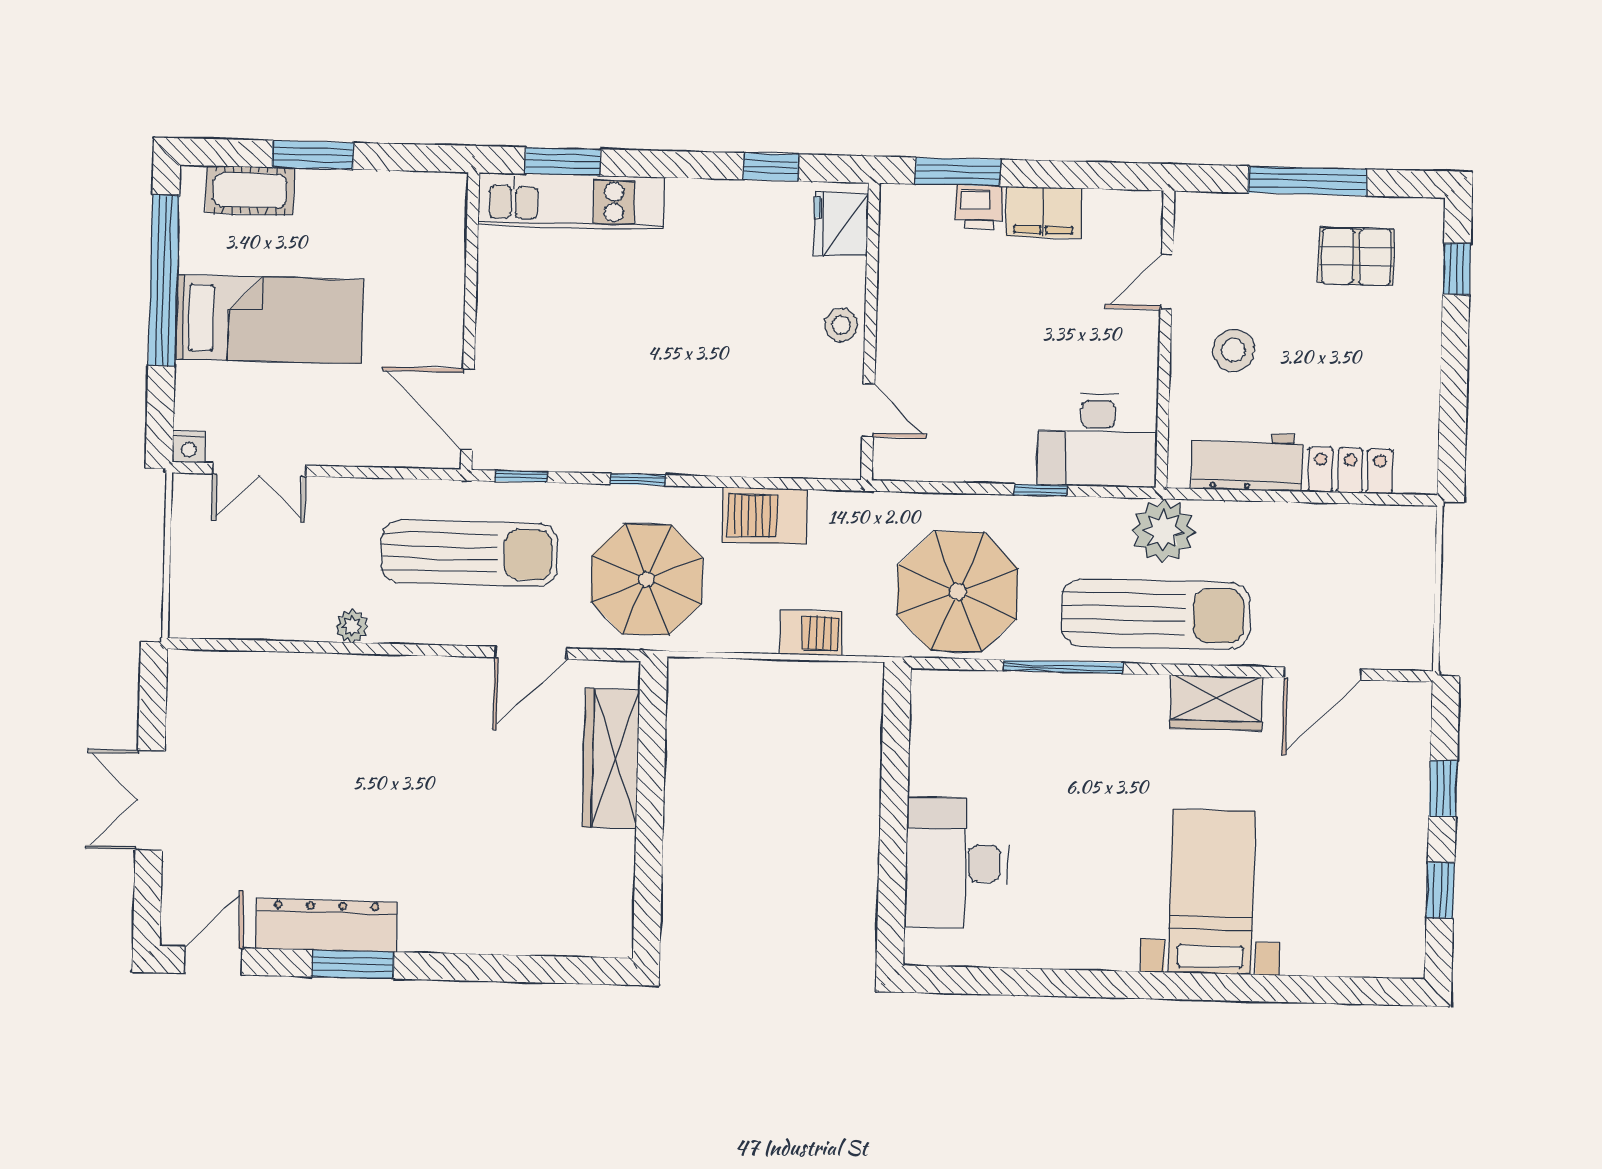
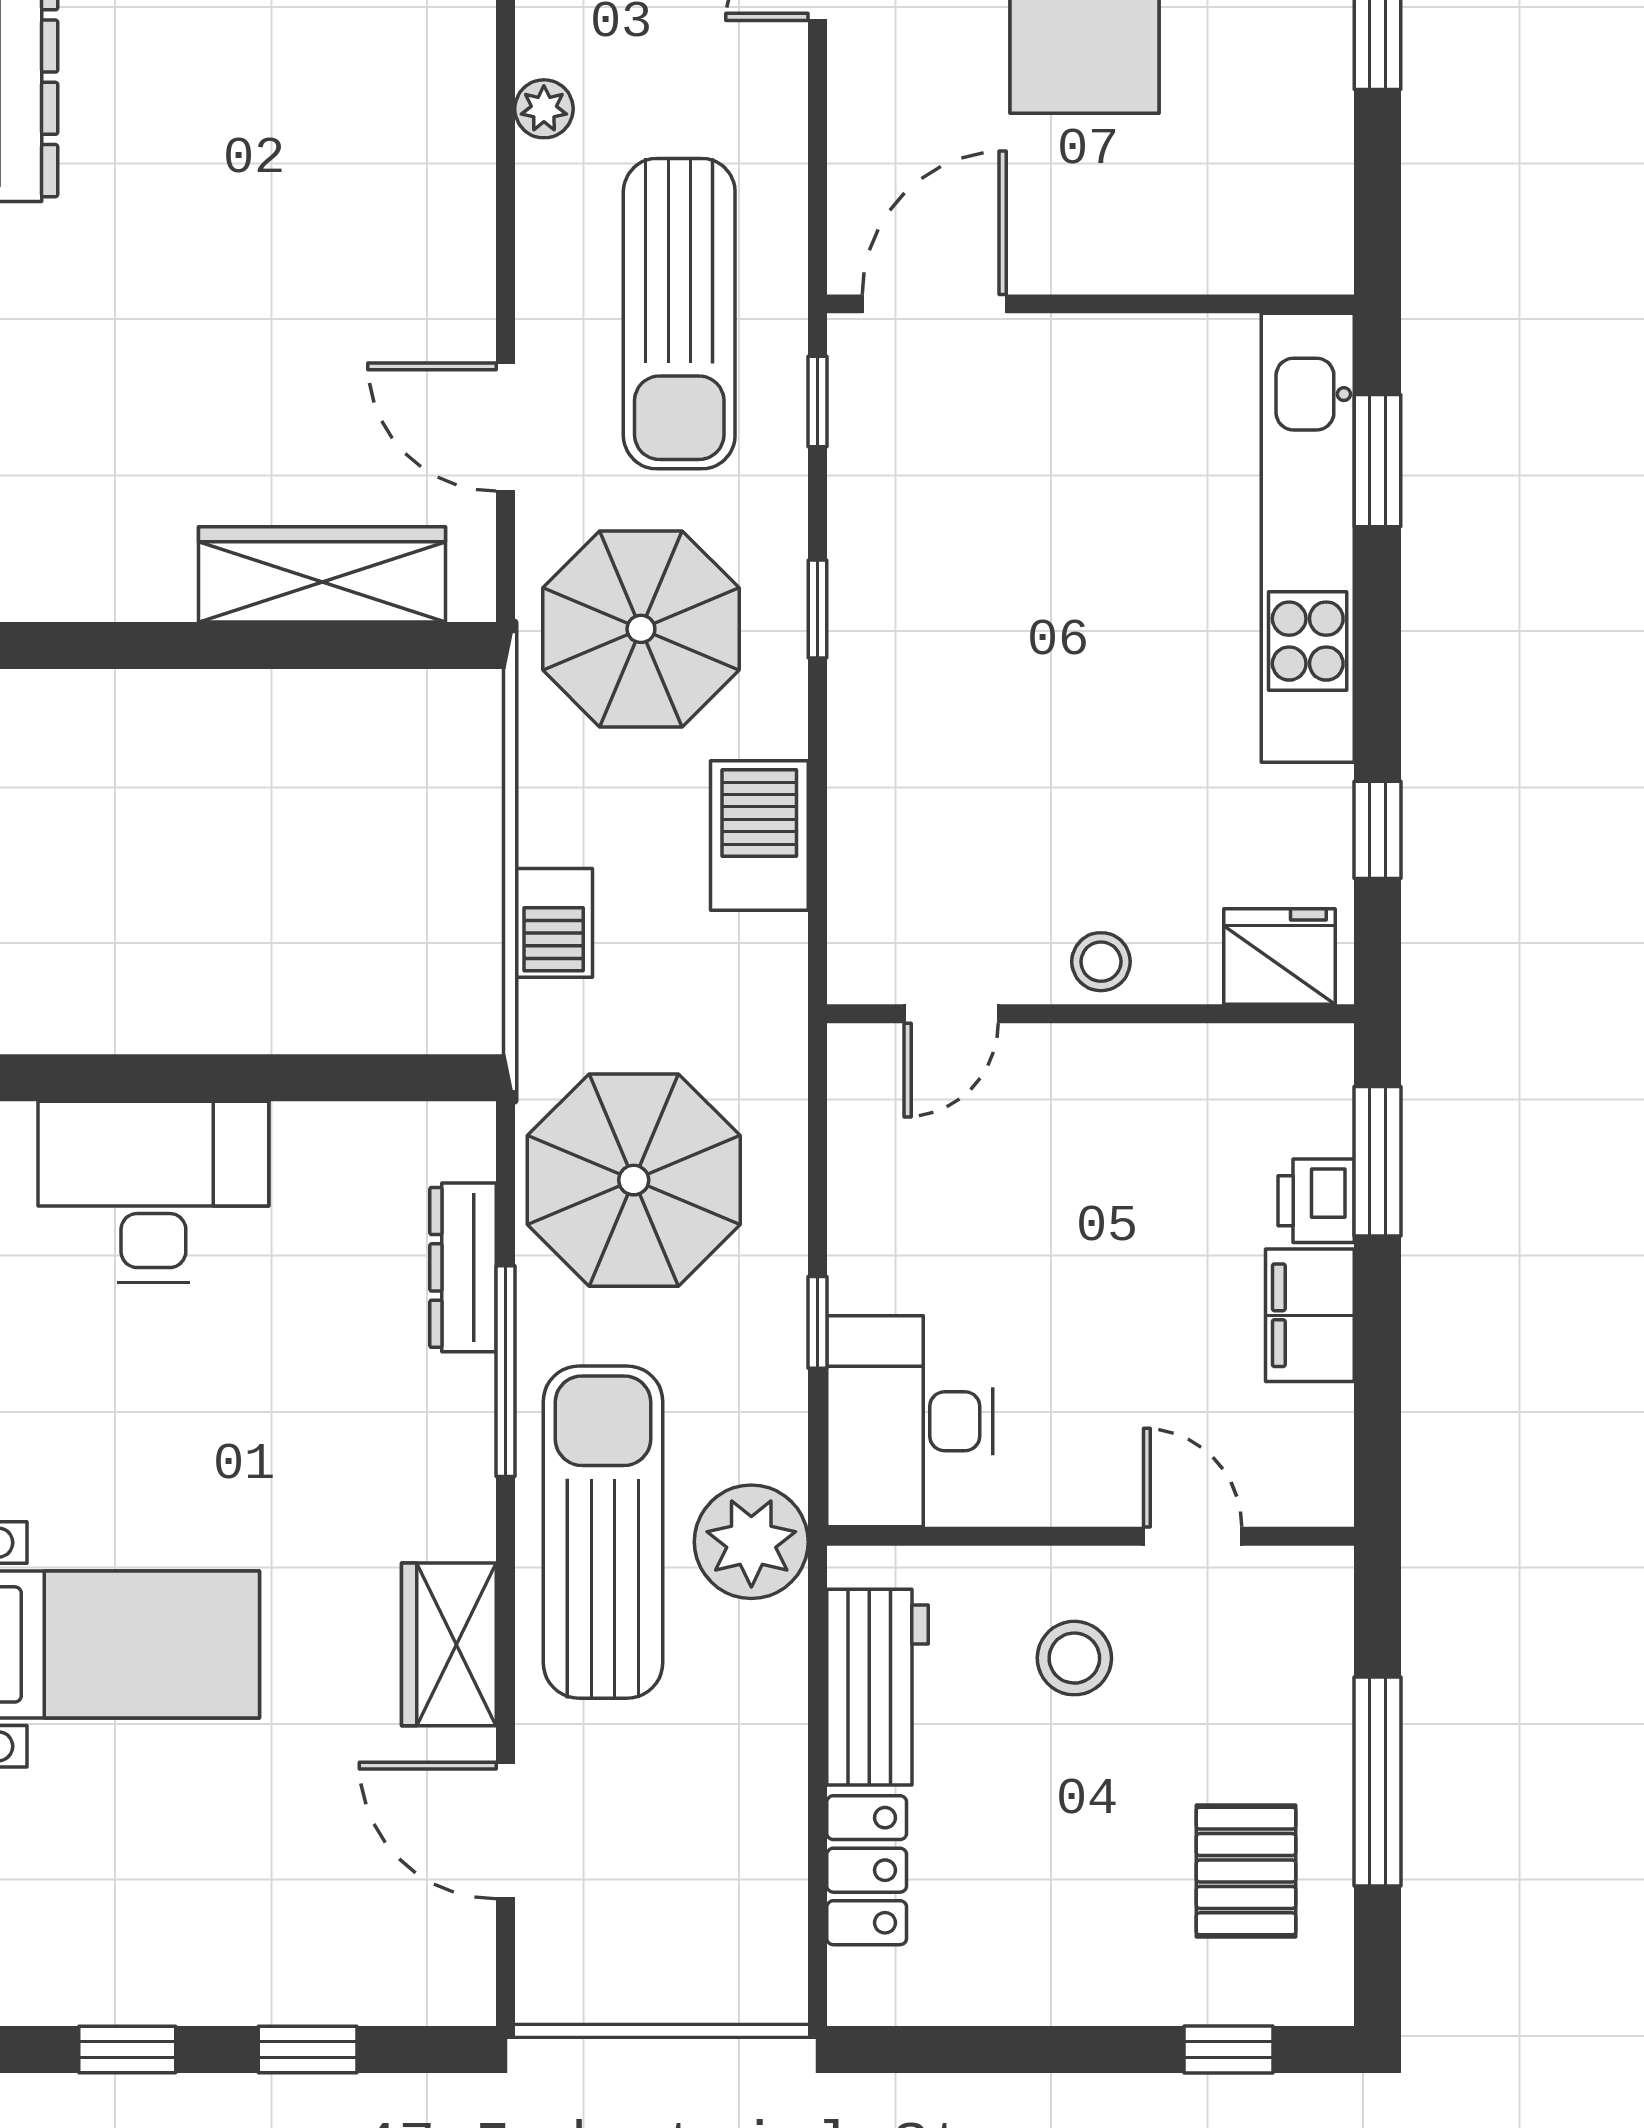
kitchen unit: (571, 201) -> (1308, 538), width x1.36
sun lounger: (1156, 614) -> (603, 1532), turned 180
dresser: (1004, 689) -> (463, 1267), added

